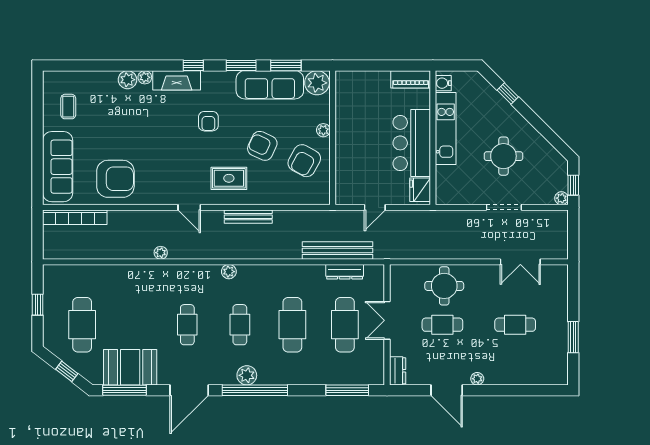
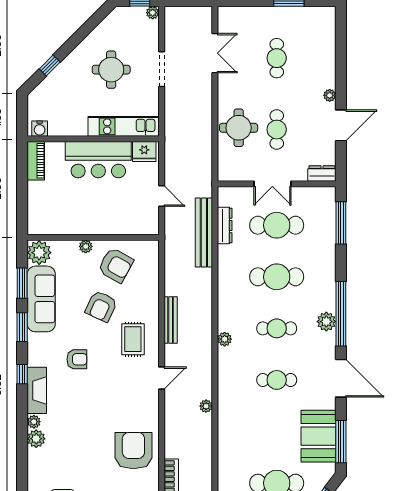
kitchen unit: (446, 129) -> (124, 126), moved

